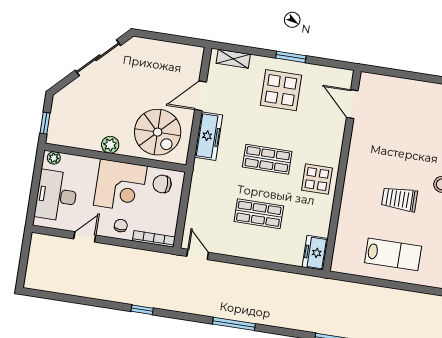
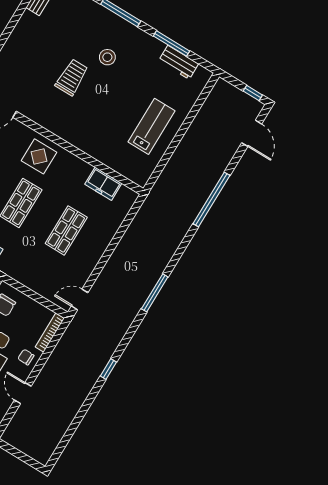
display table: (317, 179) -> (39, 156), moved
trolley: (400, 199) -> (72, 77), moved, turned 180
freezer: (315, 253) -> (103, 184), moved

